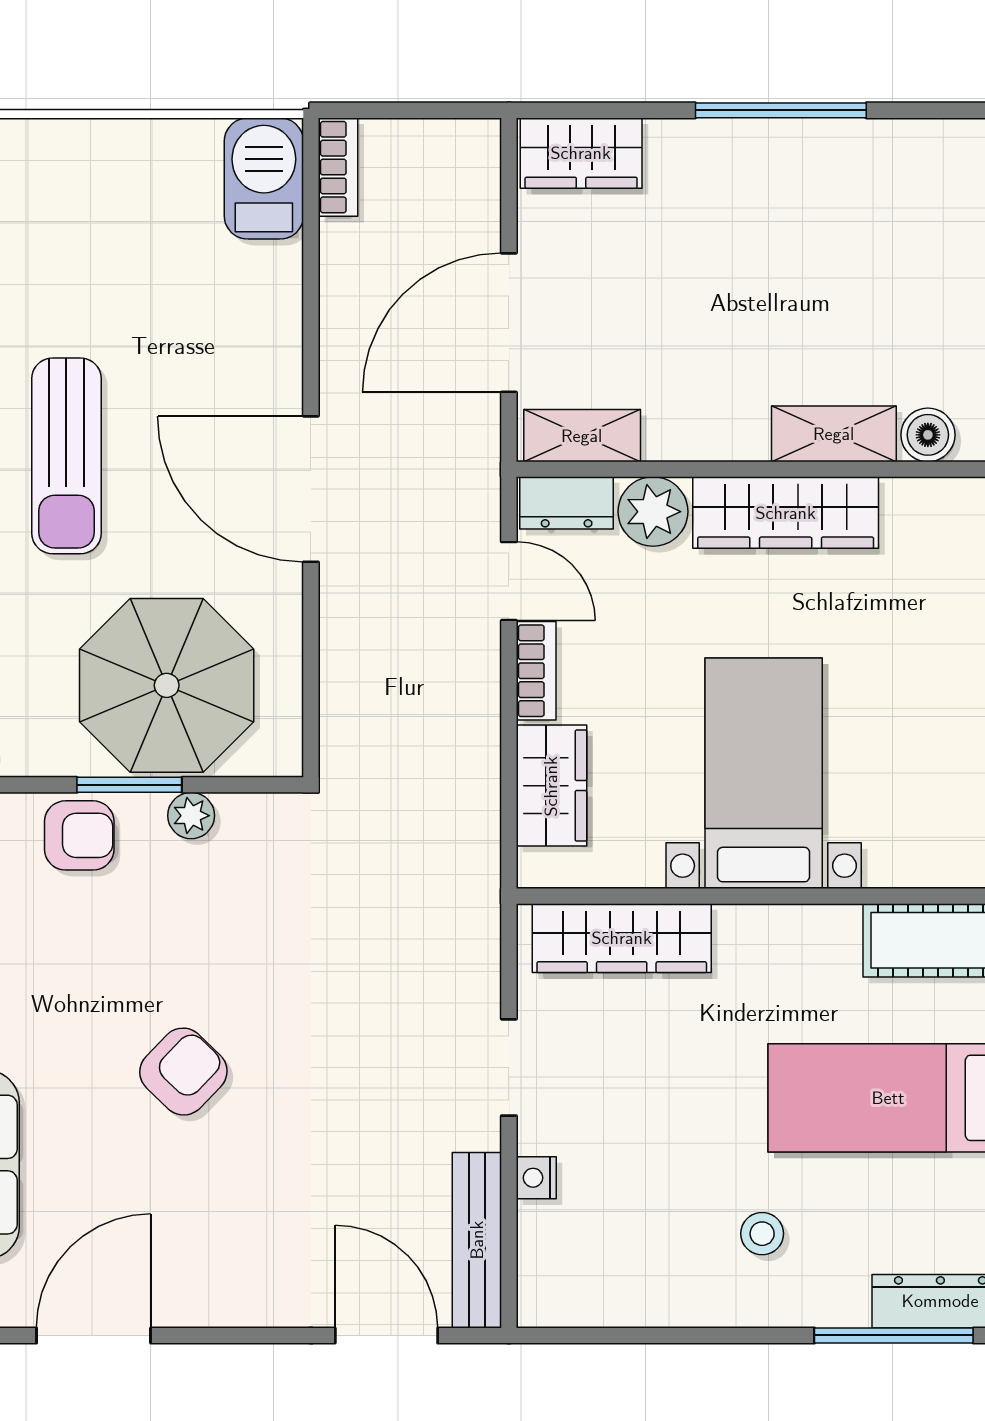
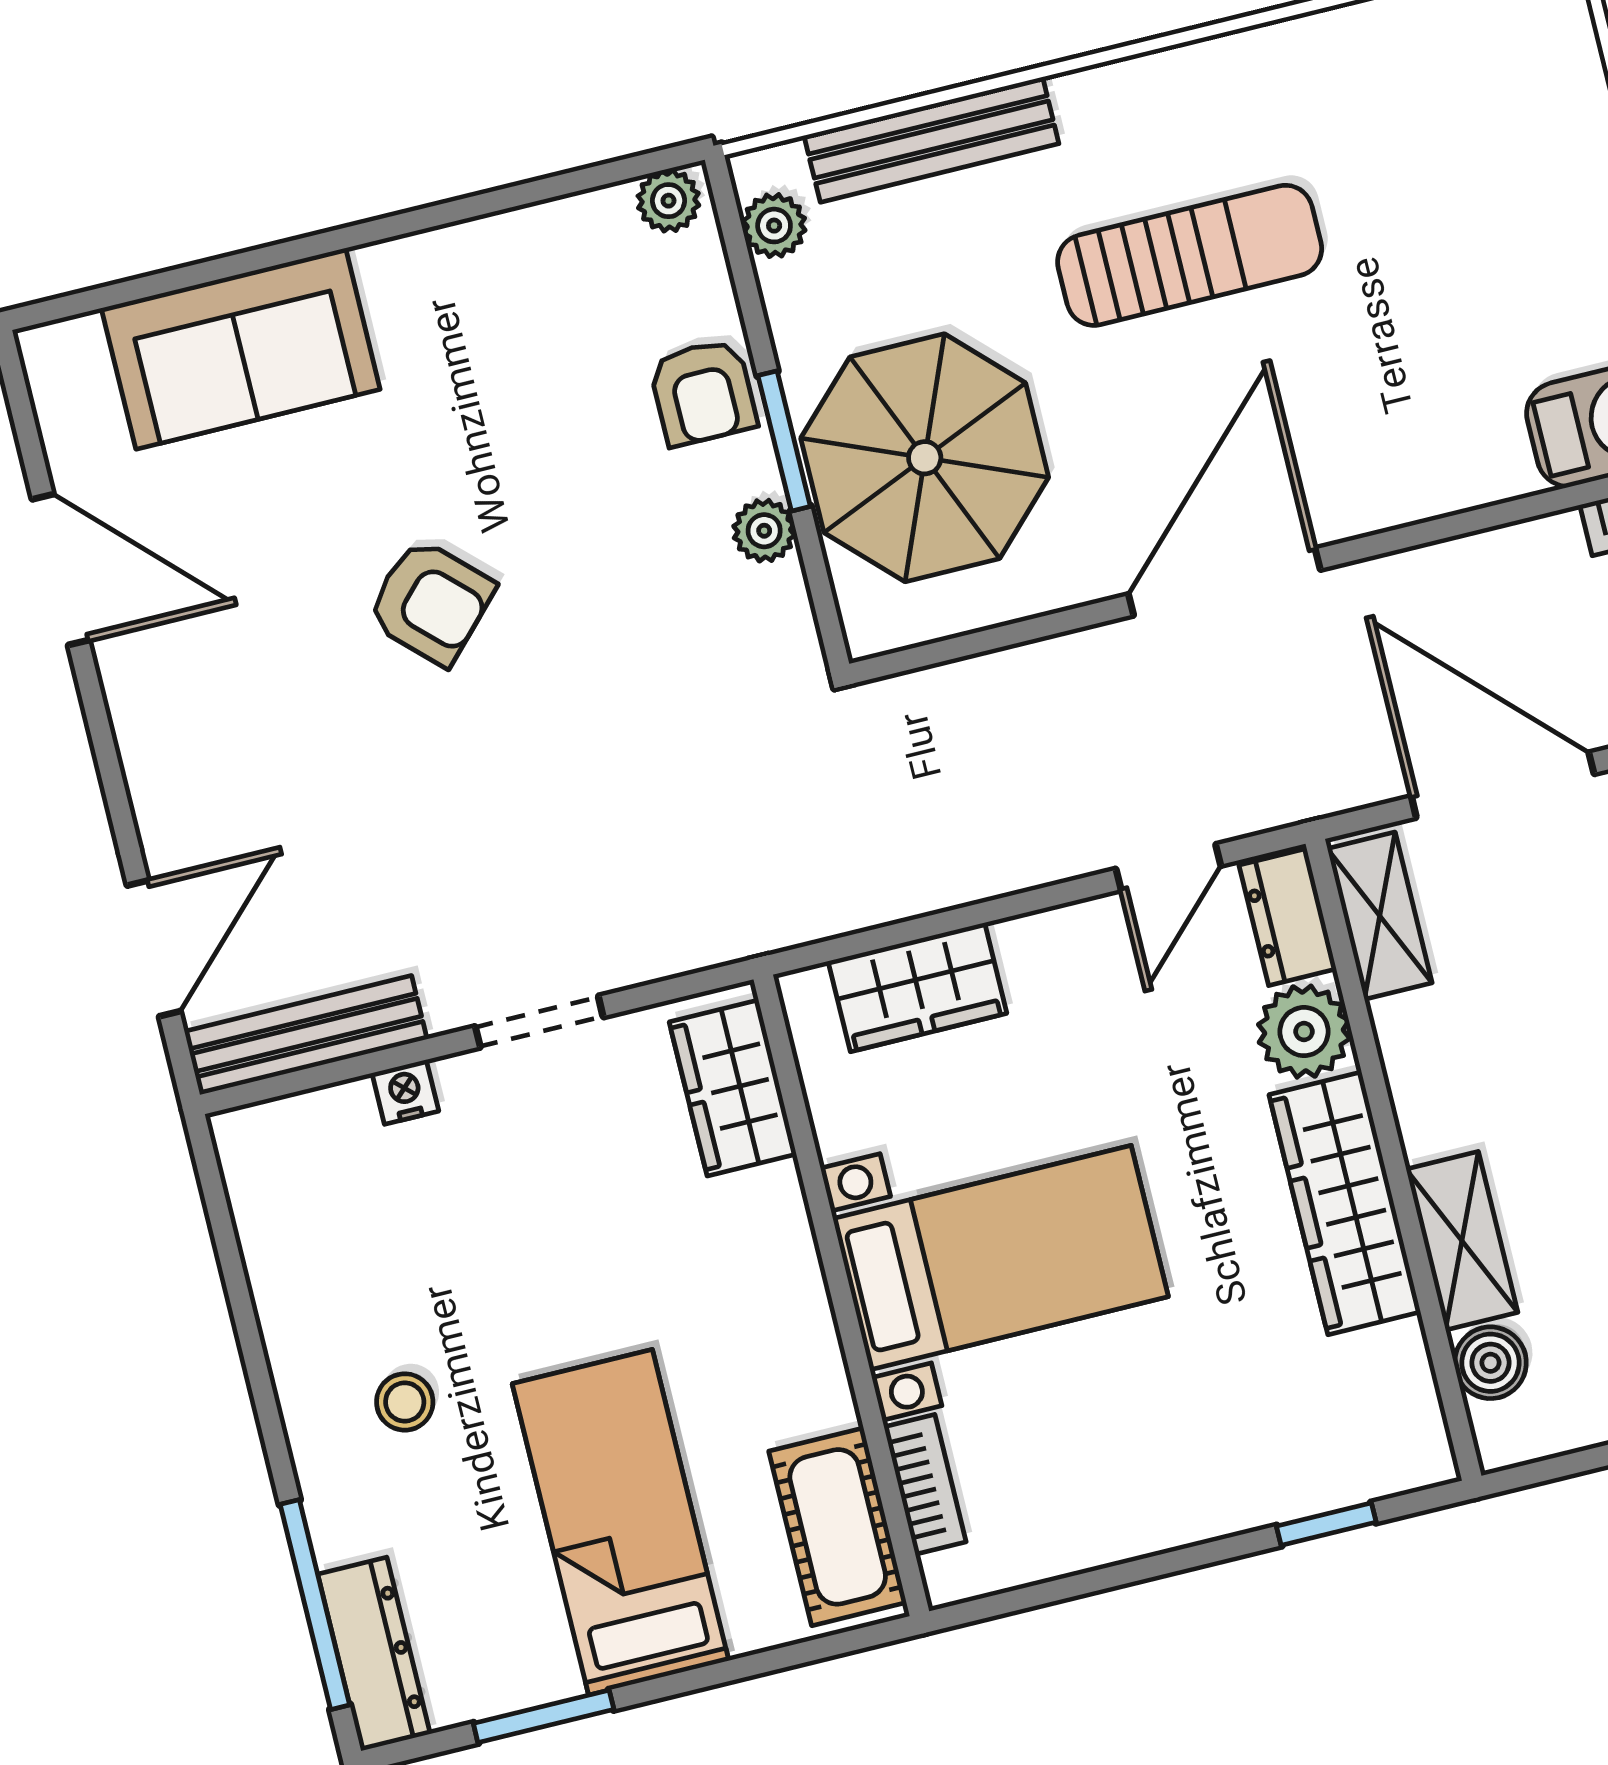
sun lounger: (66, 456) -> (1190, 255), turned 180
bookcase: (536, 671) -> (925, 1484), moved, turned -90
wardrobe: (622, 938) -> (733, 1088), width x0.67

